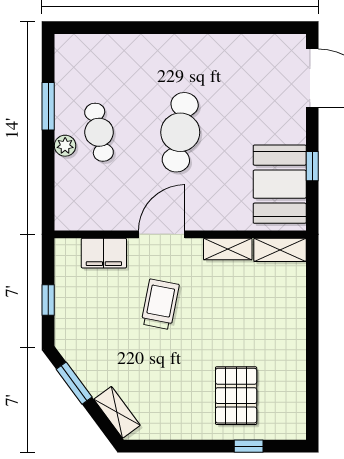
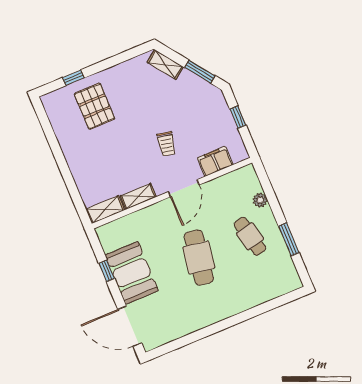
plant: (65, 146) -> (260, 200), moved
booth: (280, 184) -> (132, 273), moved
trolley: (160, 304) -> (166, 144), width x0.73, depth x0.72

